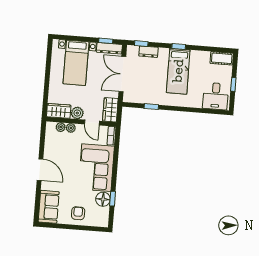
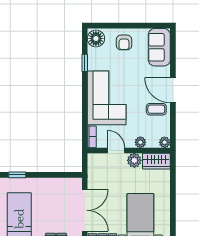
window: (151, 107) -> (17, 175), moved
wardrobe: (110, 110) -> (96, 167), removed
plant: (61, 127) -> (165, 142), moved
coffee table: (55, 155) -> (156, 109), added
floor lamp: (103, 199) -> (96, 39), moved

